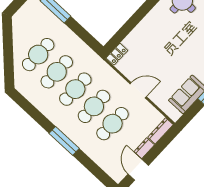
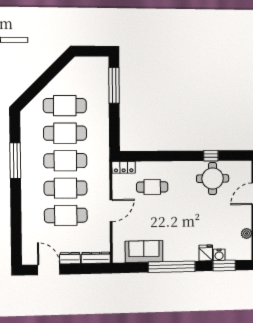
cafe table: (149, 47) -> (152, 187), added
door: (138, 90) -> (111, 211), hinge flipped
window: (64, 141) -> (15, 161), moved
door: (138, 170) -> (49, 270), hinge flipped

